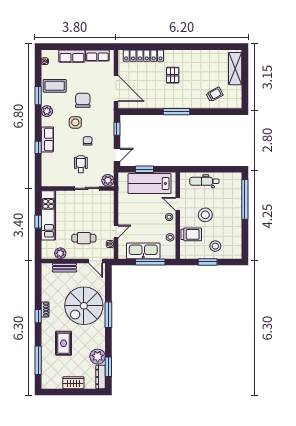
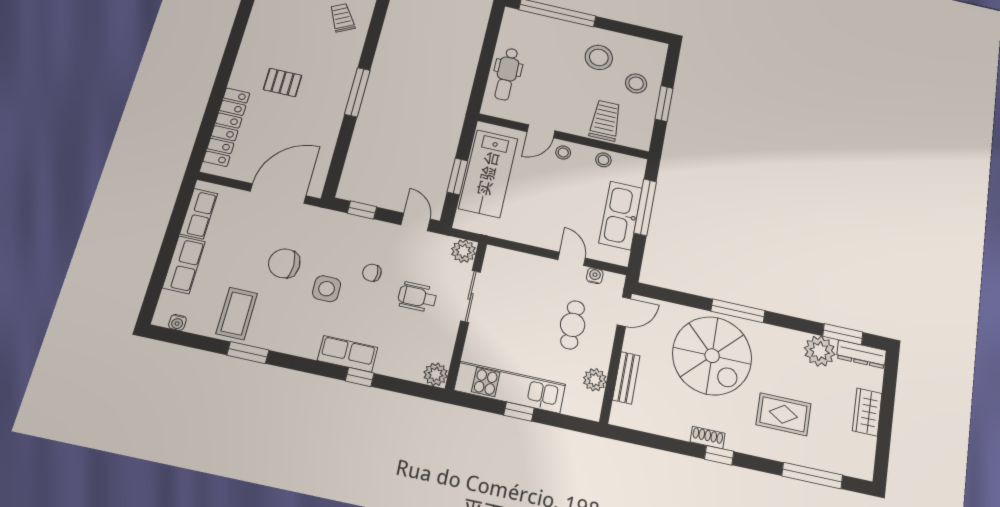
plant: (47, 111) -> (436, 374), moved
stool: (205, 215) -> (599, 57), moved

